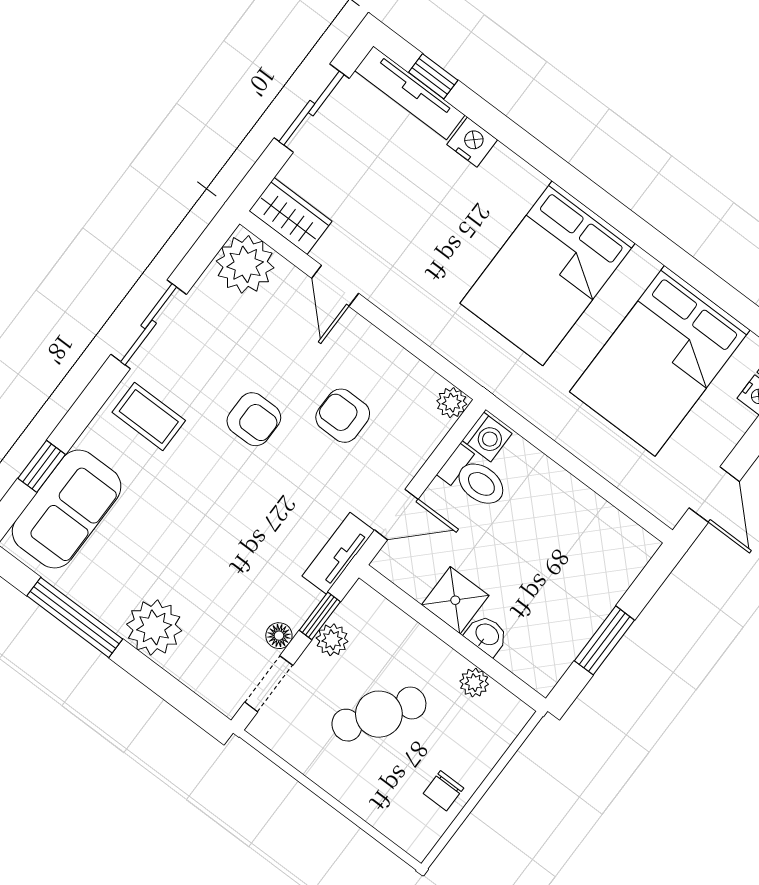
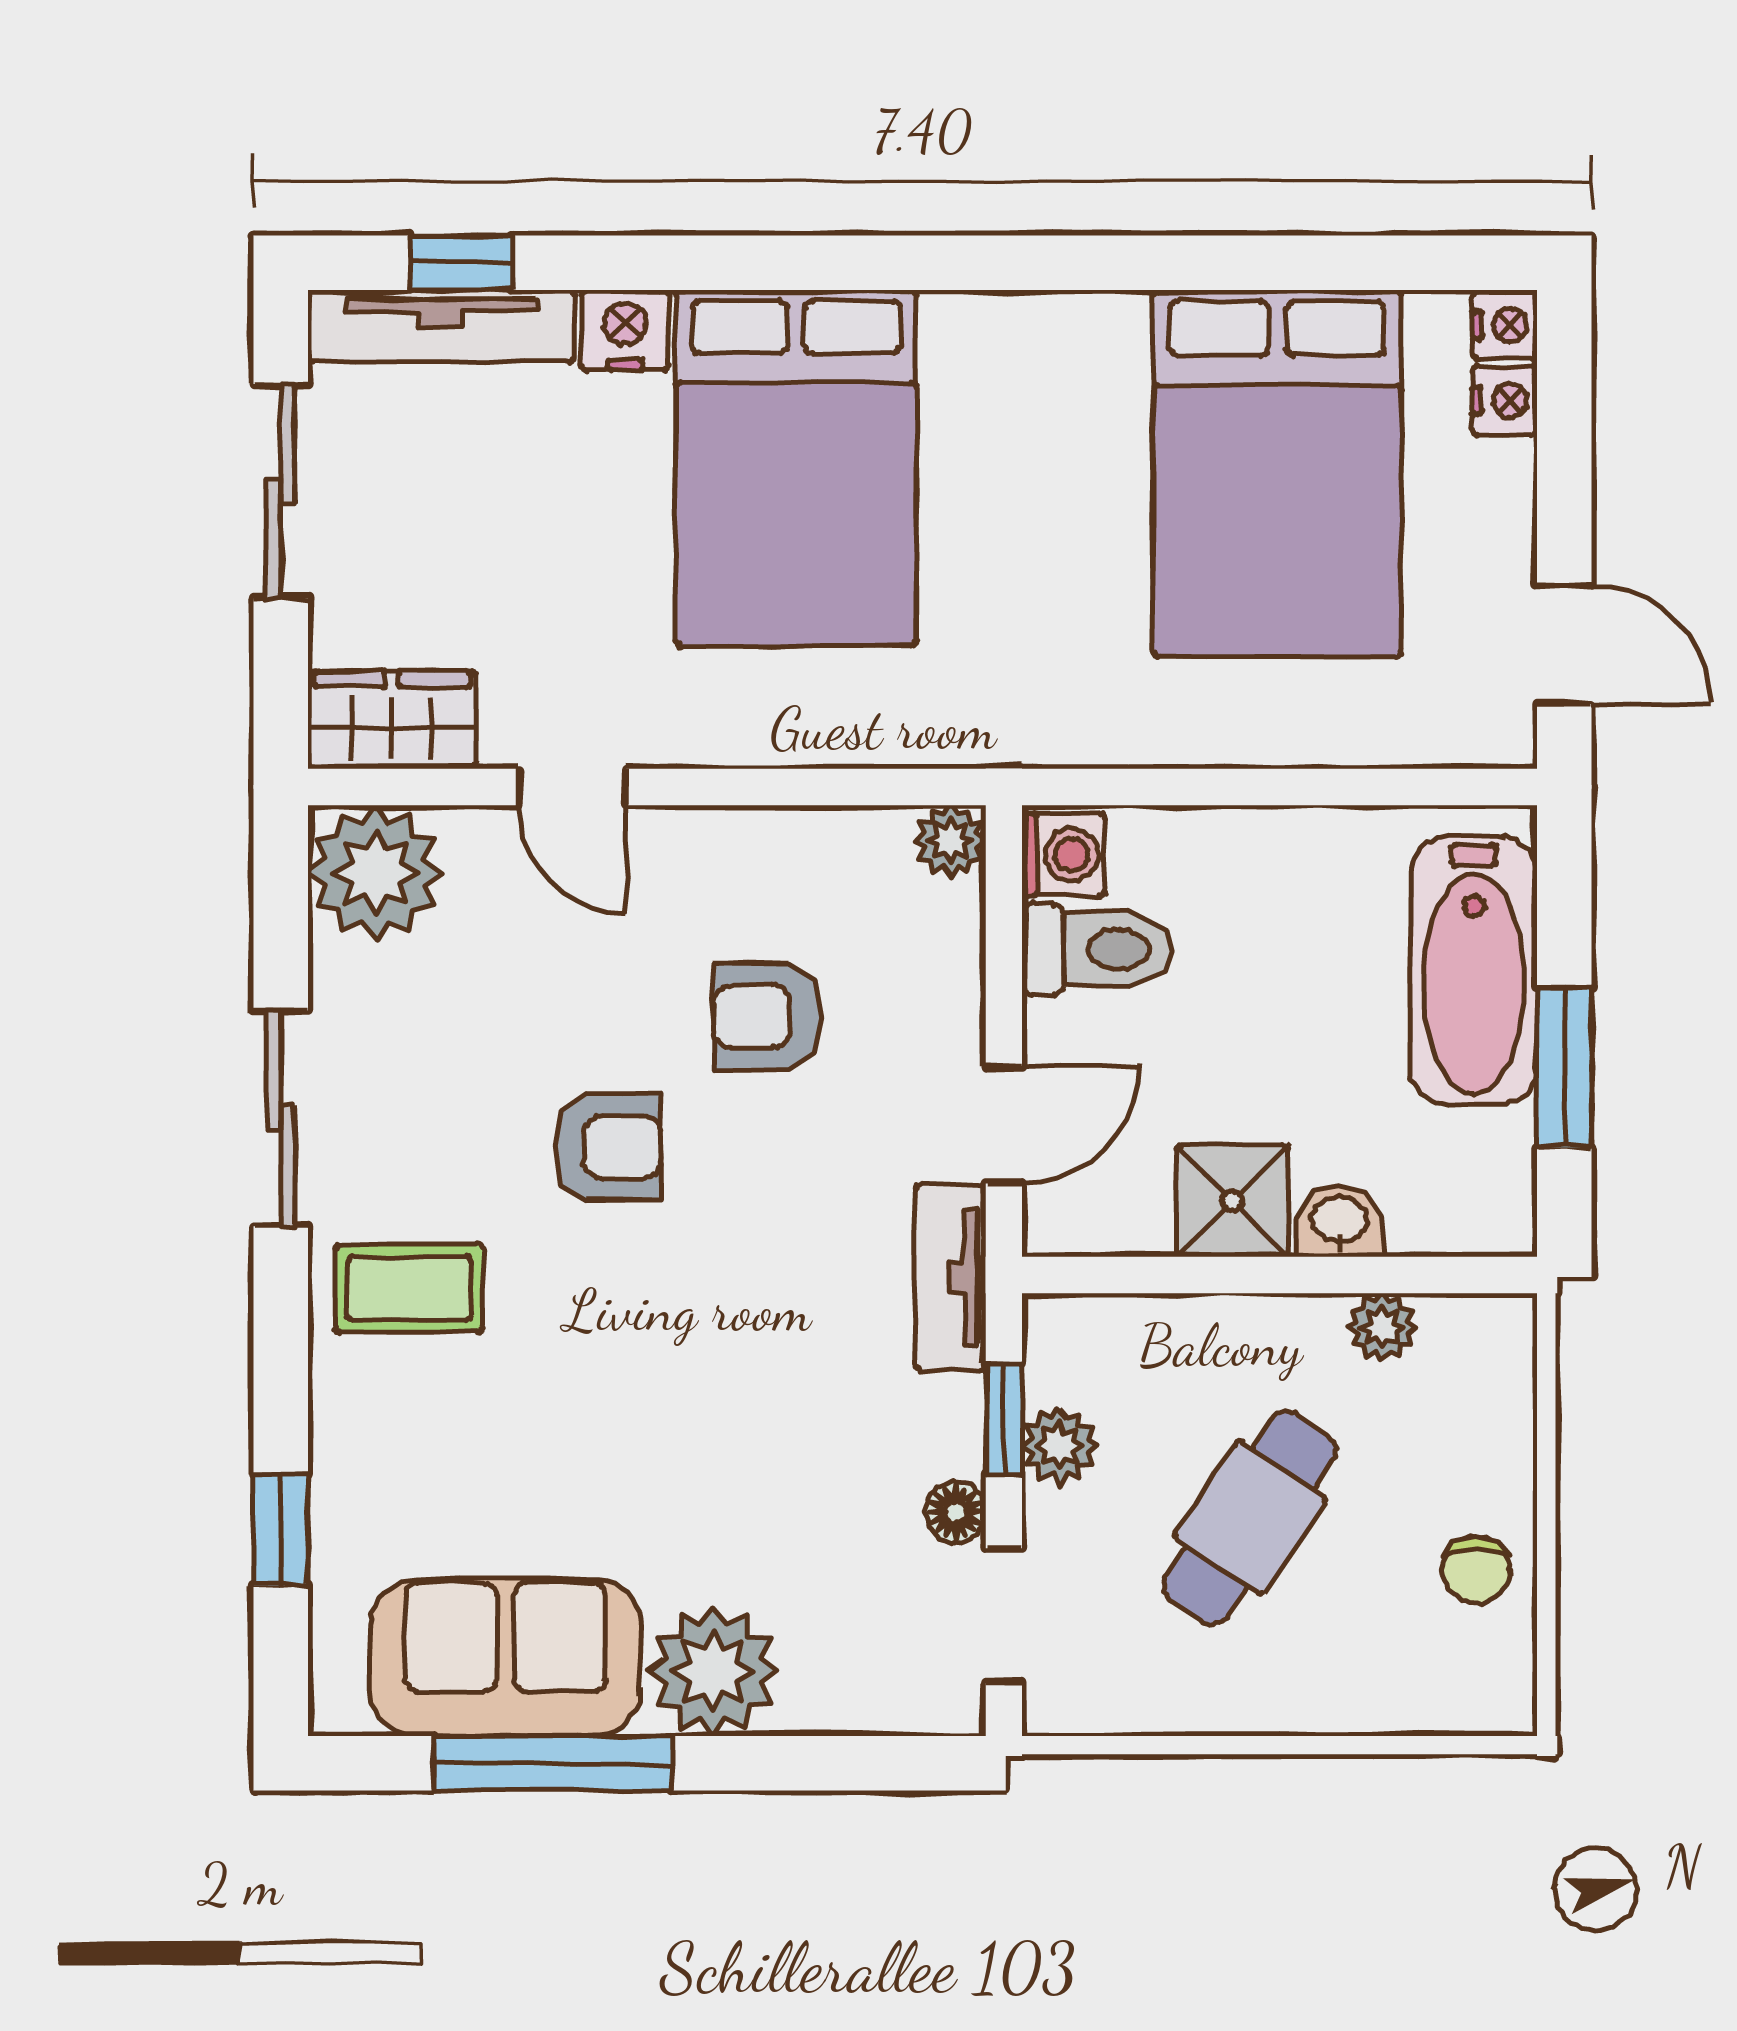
bed: (548, 273) -> (796, 468), moved
sofa: (67, 509) -> (506, 1658), moved, turned -90
bathtub: (598, 584) -> (1474, 971), added

